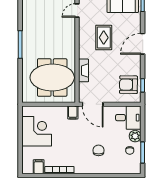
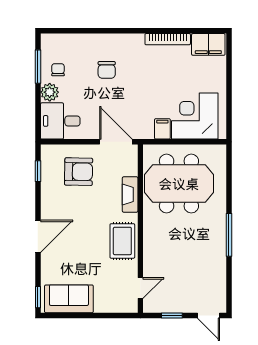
rug: (104, 38) -> (122, 241), moved
armchair: (129, 85) -> (79, 172), moved
filing cabinet: (73, 113) -> (162, 129), moved
corner desk: (37, 131) -> (195, 116), moved, turned 90
filing cabinet: (39, 167) -> (208, 44), width x2.00

